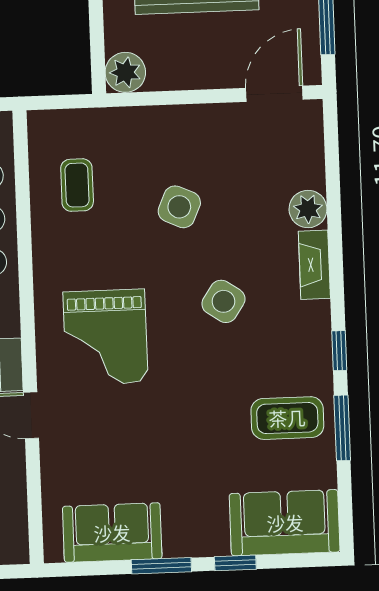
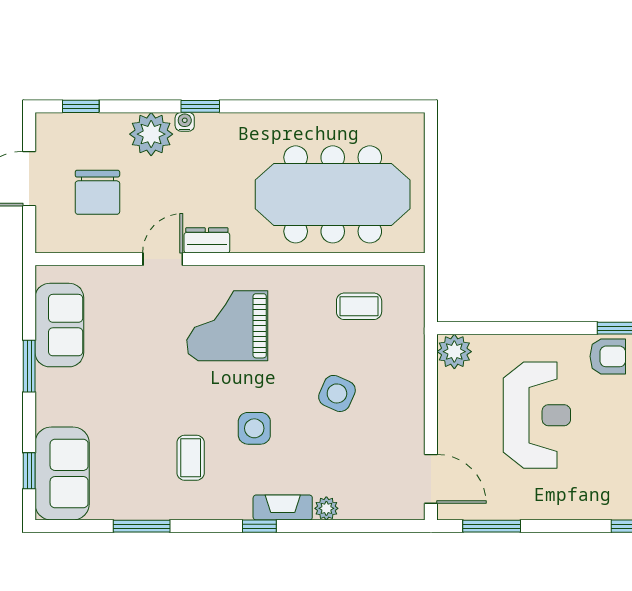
plant: (308, 209) -> (326, 508), width x0.73, depth x0.73
side table: (223, 301) -> (254, 428), turned -34
window: (339, 351) -> (259, 526), moved
coffee table: (287, 418) -> (191, 458), moved, width x0.73, depth x0.77
window: (235, 563) -> (29, 471), moved

